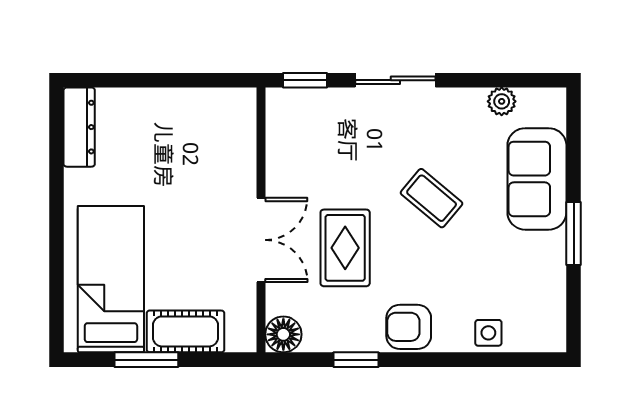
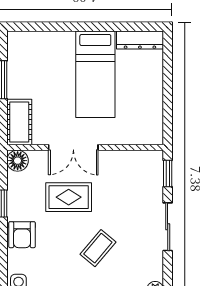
bed: (111, 279) -> (95, 74), moved, turned 90
armchair: (409, 327) -> (22, 235), turned 180
cot: (186, 331) -> (19, 122), moved

